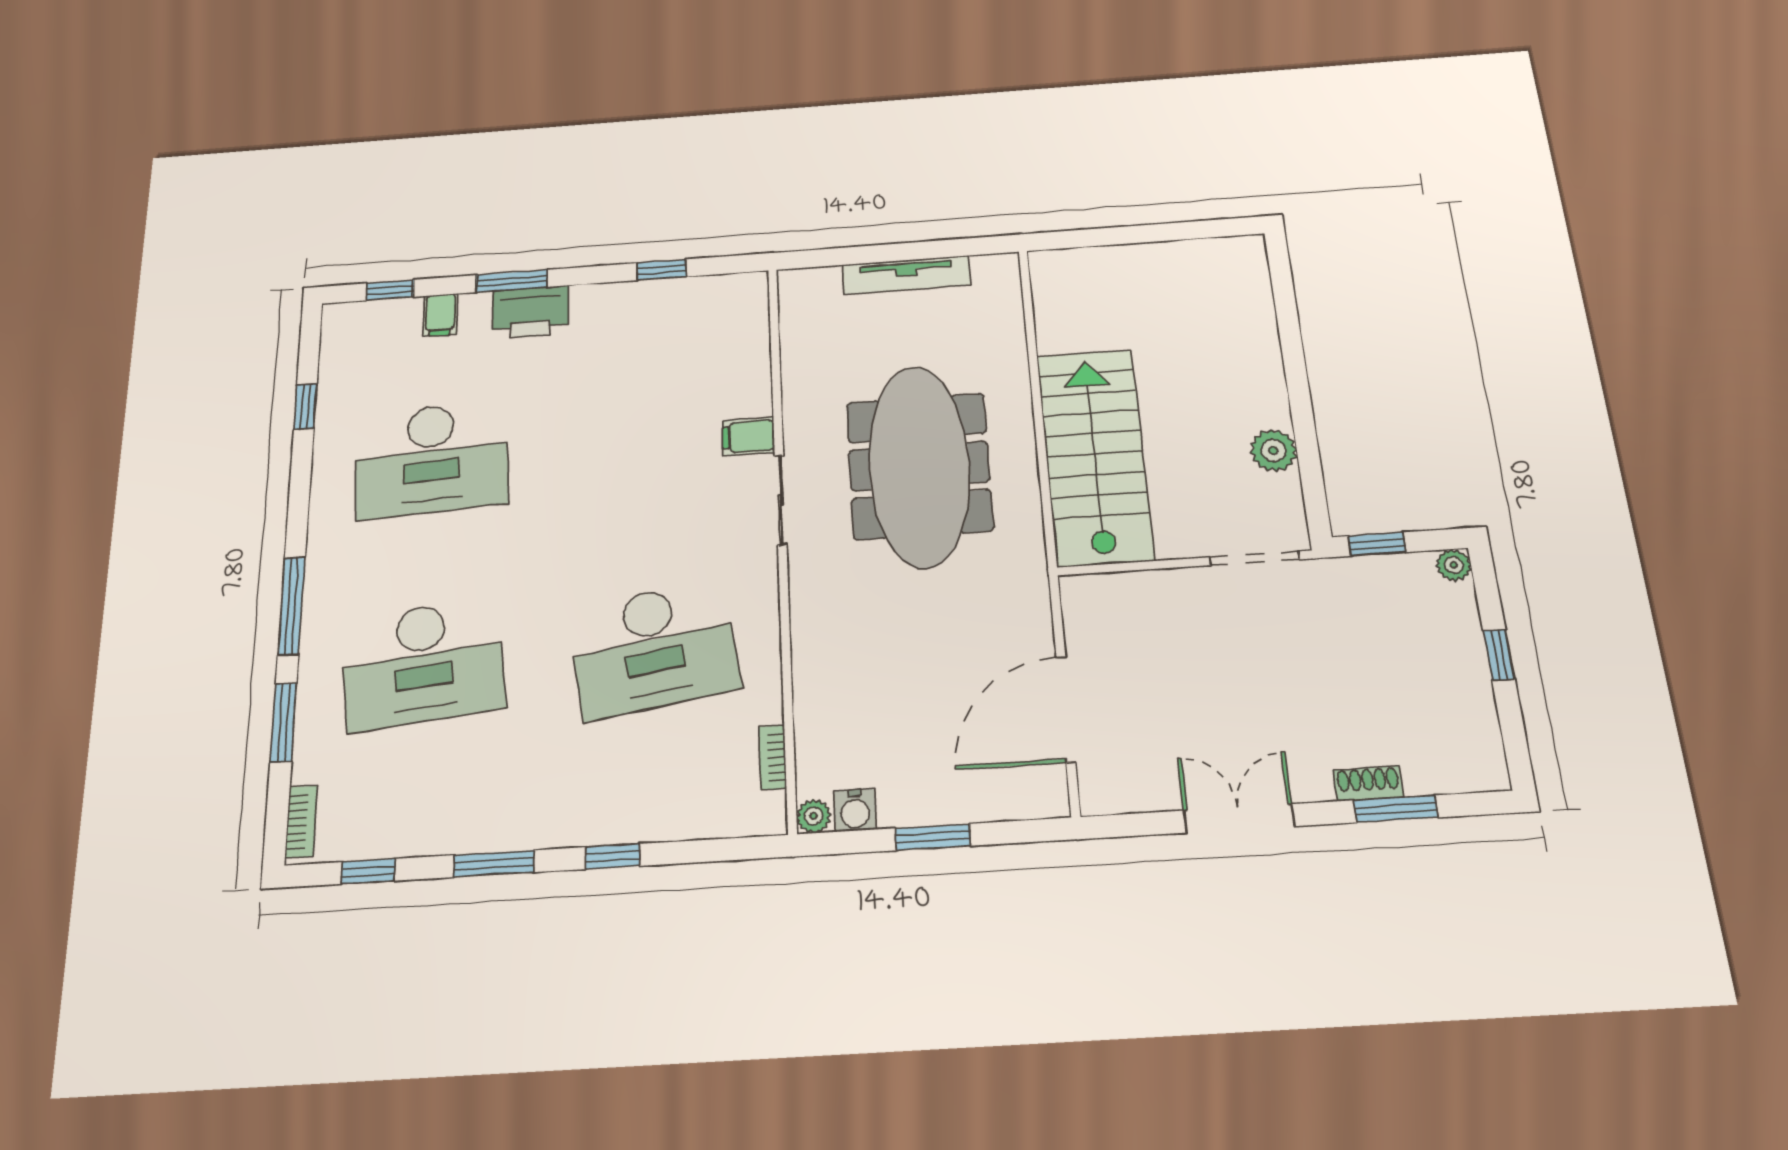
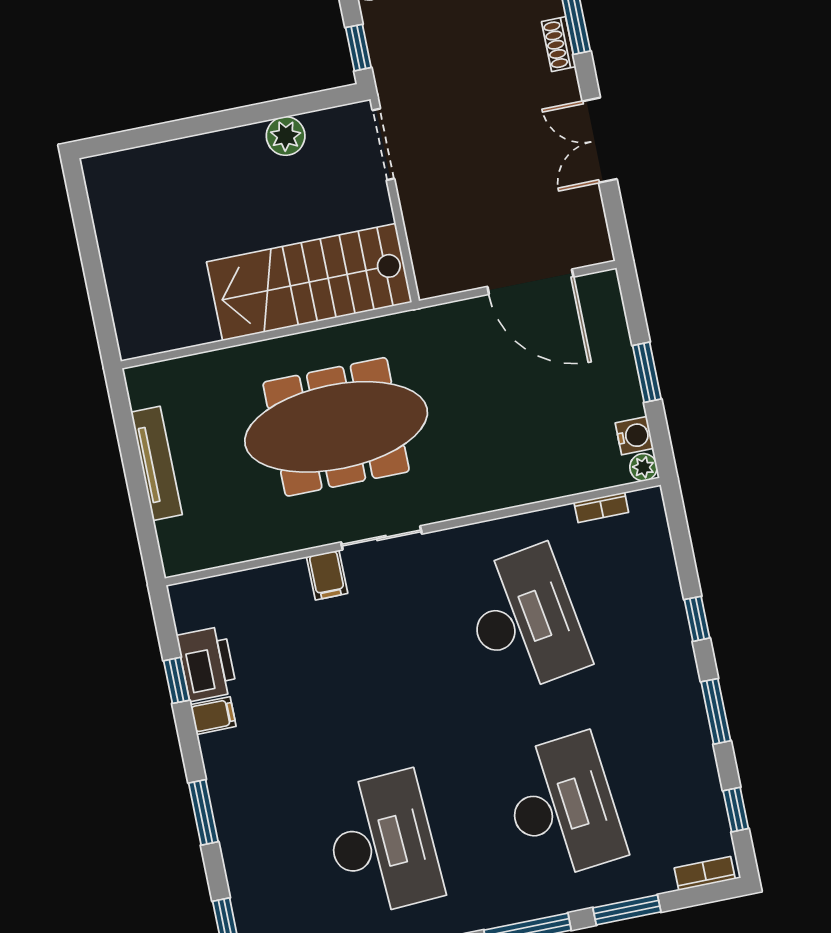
printer: (530, 312) -> (207, 664), moved
filing cabinet: (440, 315) -> (213, 716), moved

